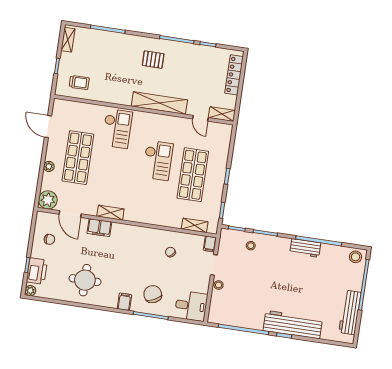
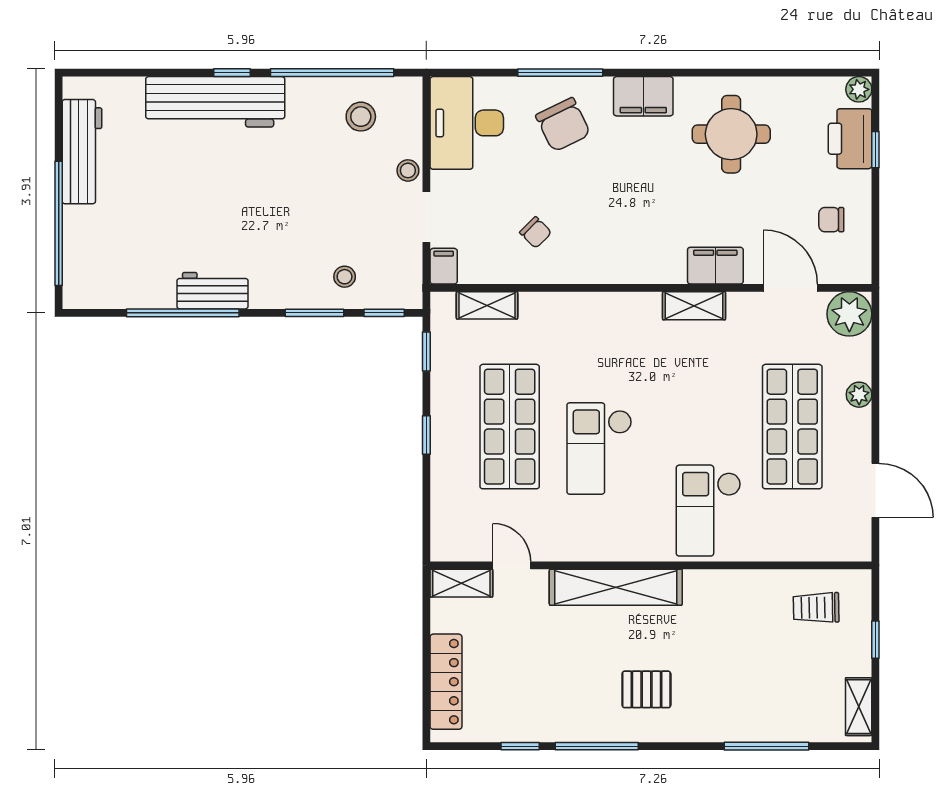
stool: (356, 257) -> (361, 117), moved
filing cabinet: (124, 302) -> (643, 96), width x2.00
desk: (191, 306) -> (467, 123), width x1.37

